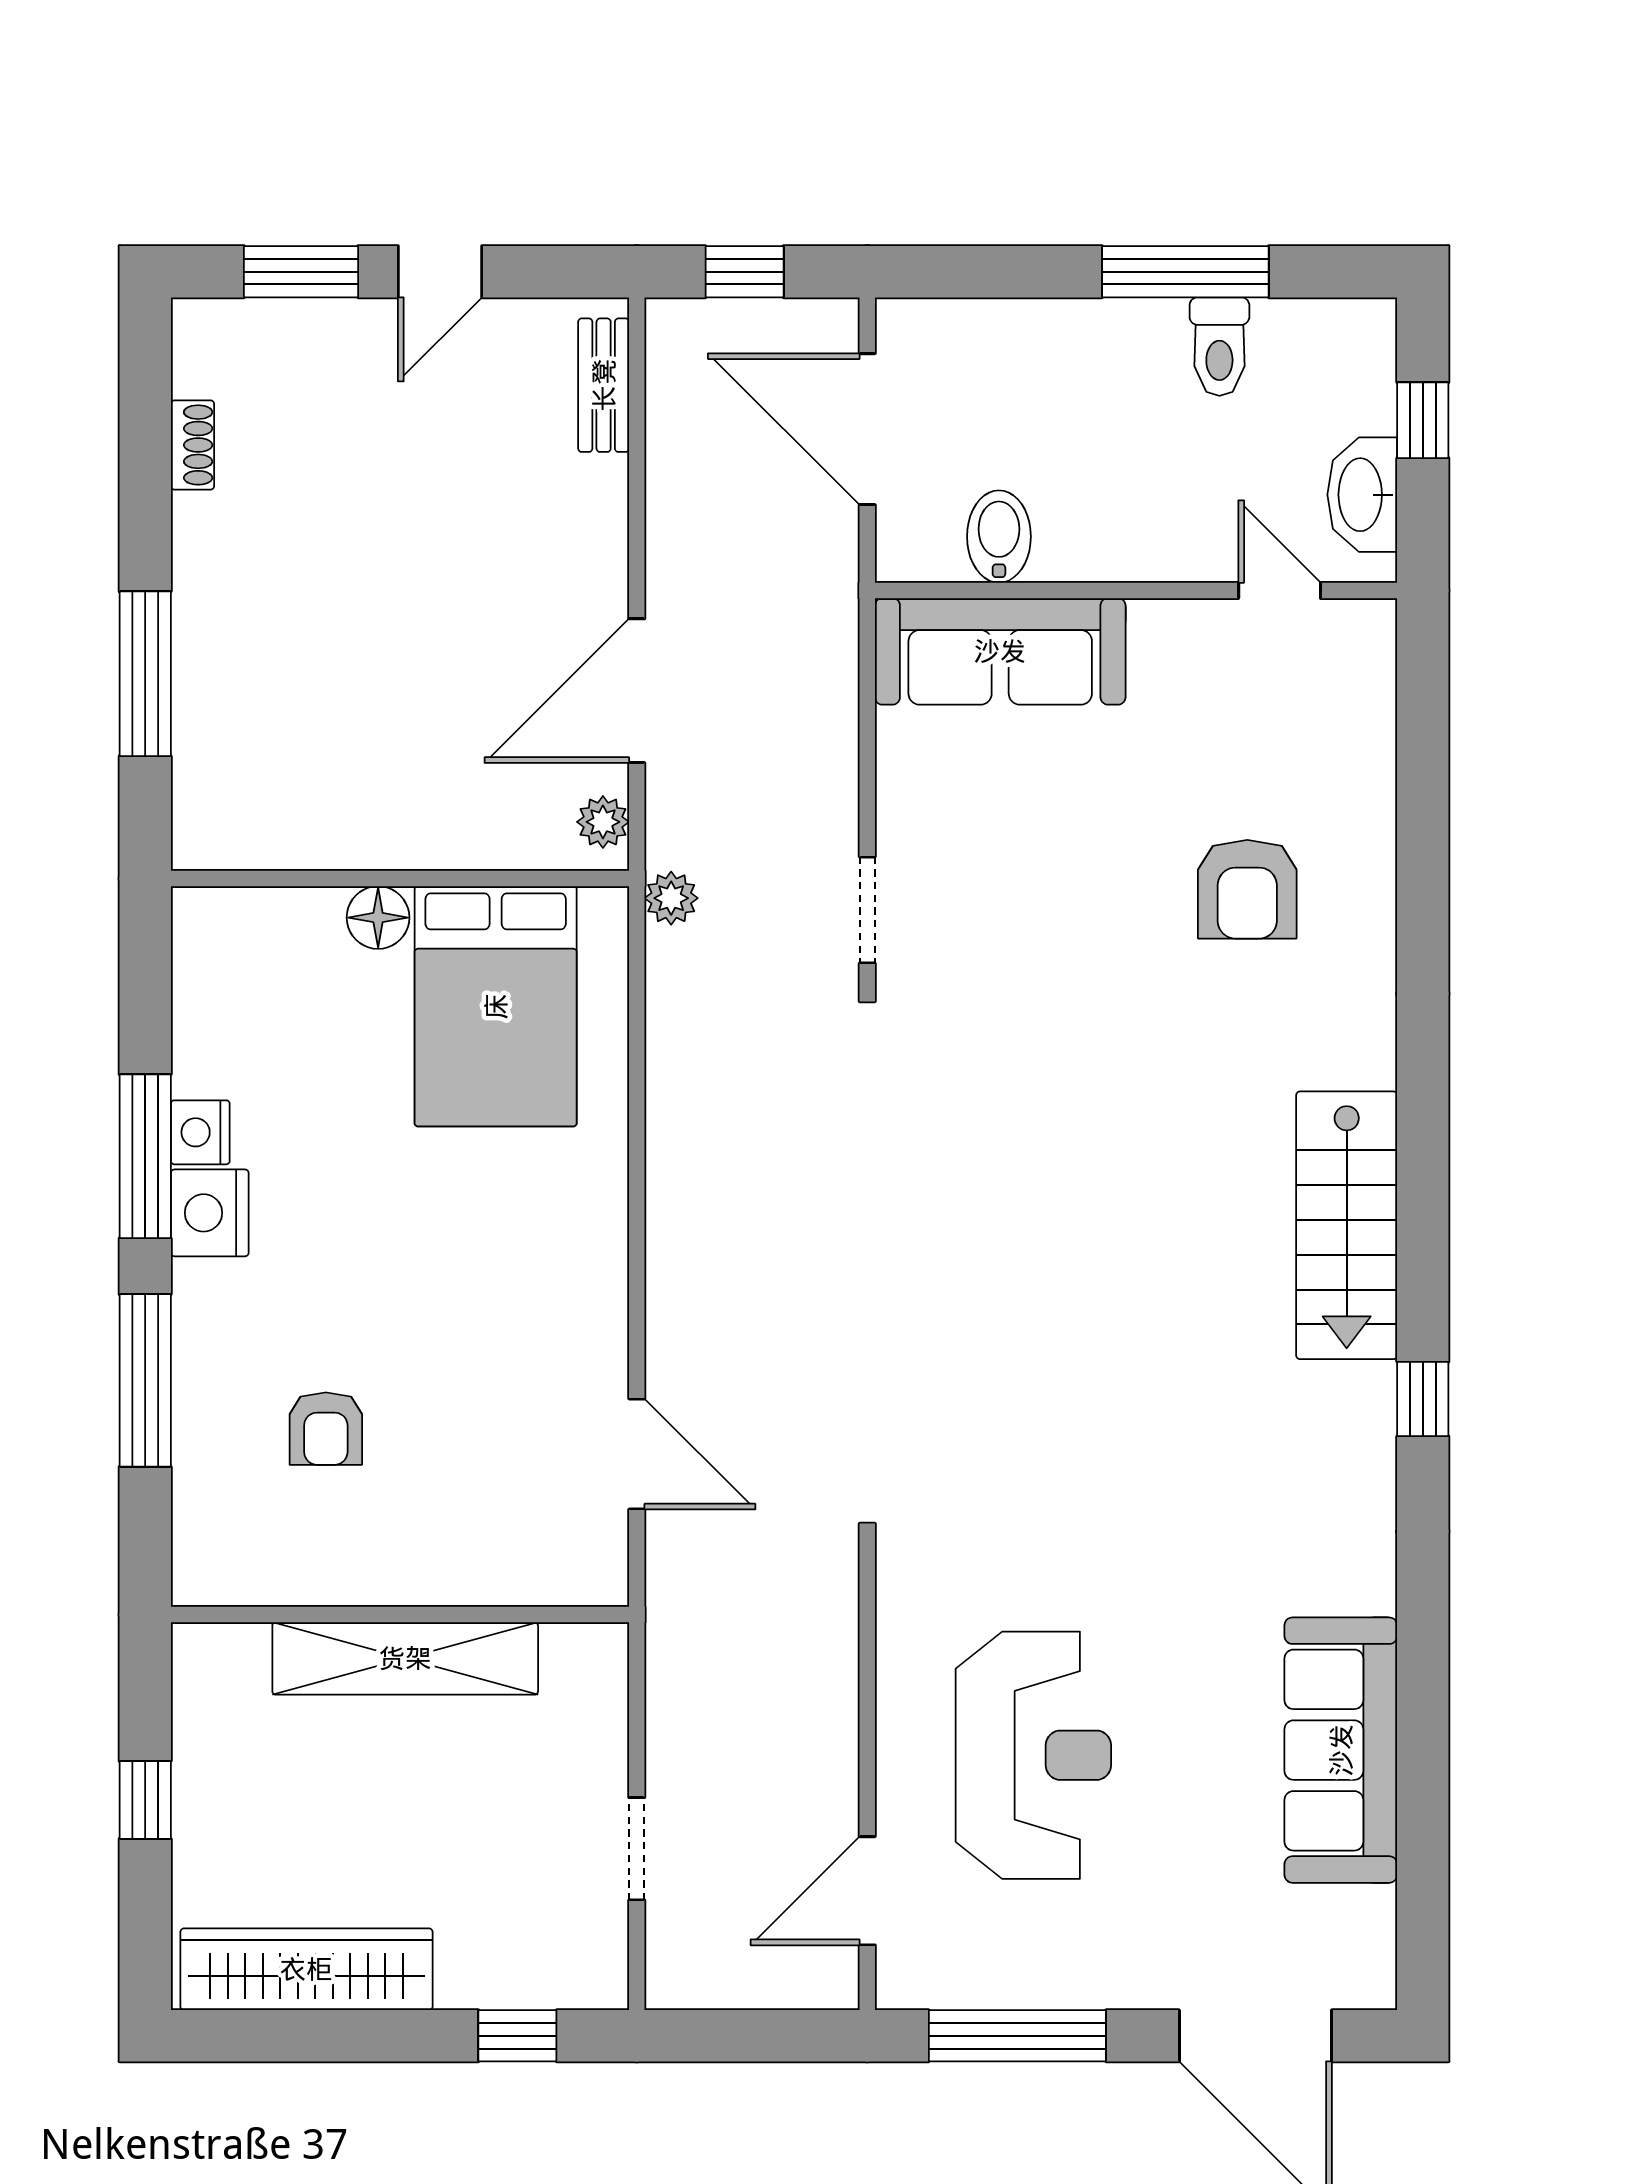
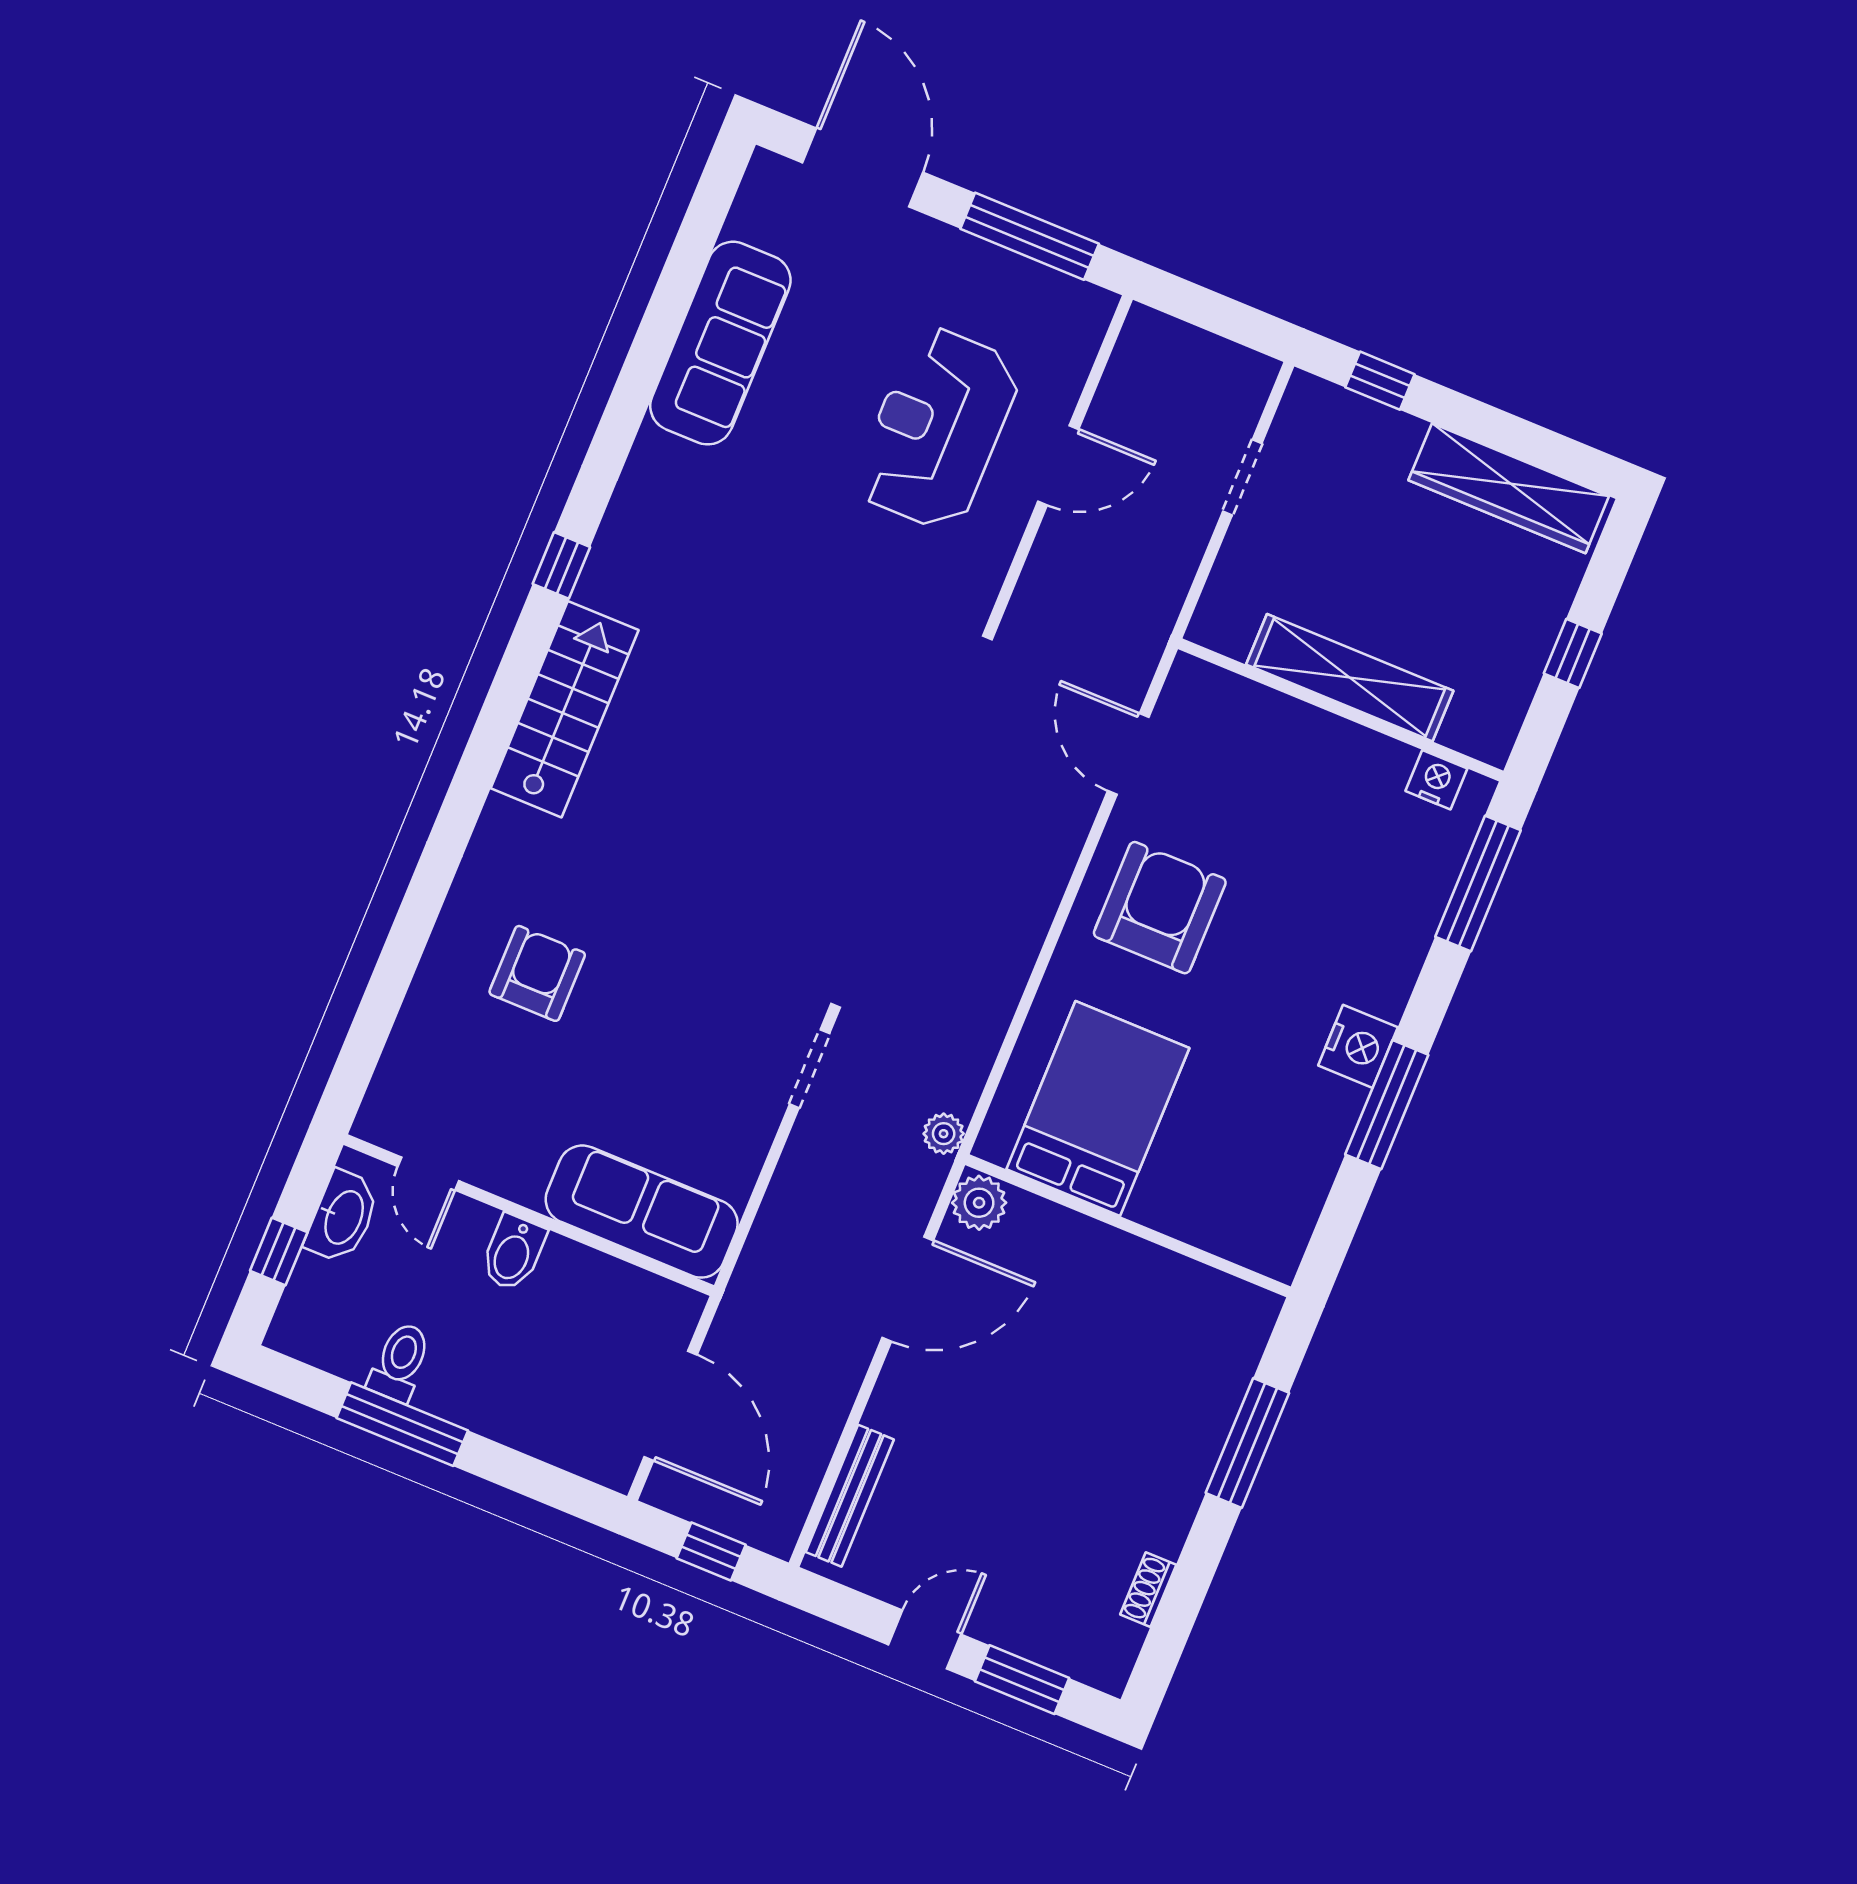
bench: (604, 385) -> (850, 1496), width x1.36
bidet: (999, 537) -> (513, 1253), moved
plant: (603, 822) -> (979, 1203), width x1.38, depth x1.38
floor lamp: (378, 918) -> (1155, 1205), removed
nightstand: (200, 1132) -> (1436, 780), moved, turned -90
window: (145, 1380) -> (1478, 883), moved
armchair: (326, 1429) -> (1160, 908), moved, width x1.88, depth x1.88
door: (867, 1891) -> (1058, 465), moved

